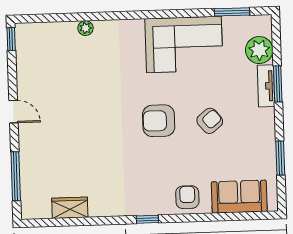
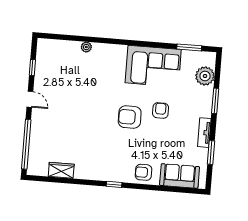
window: (11, 39) -> (32, 68), moved
tv unit: (266, 86) -> (204, 133), moved
armchair: (210, 121) -> (161, 110), moved, turned -51
window: (16, 176) -> (26, 144), width x1.46
armchair: (187, 197) -> (143, 172), turned -90

